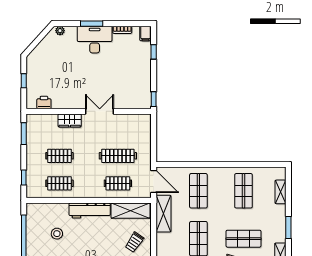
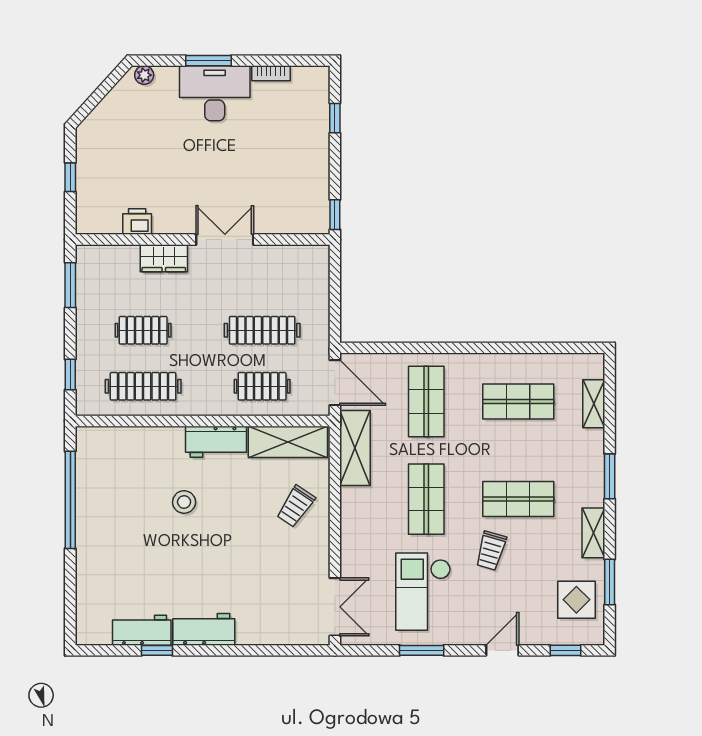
filing cabinet: (145, 34) -> (318, 81), removed
printer: (44, 102) -> (137, 222), moved
clothes rail: (59, 183) -> (143, 386), width x1.36
shop shelf: (243, 191) -> (518, 402), turned 90
workbench: (90, 211) -> (216, 442), width x0.73
stool: (57, 234) -> (184, 502), moved

